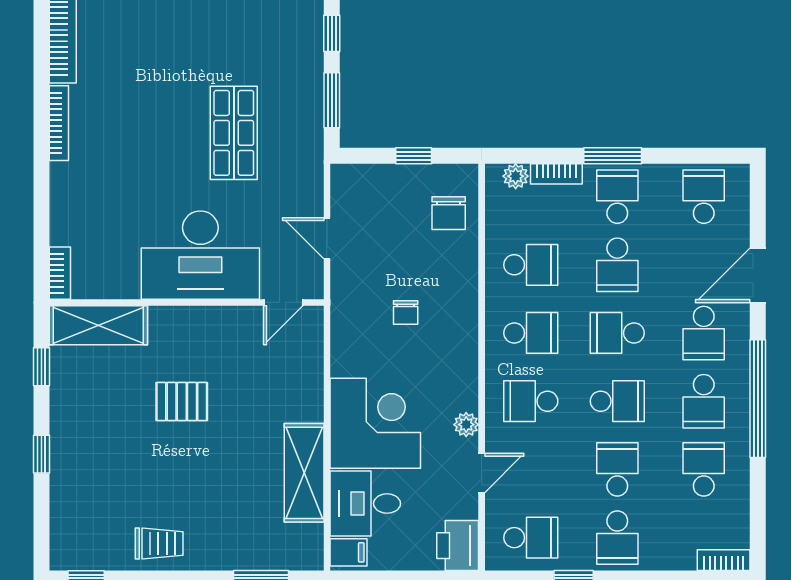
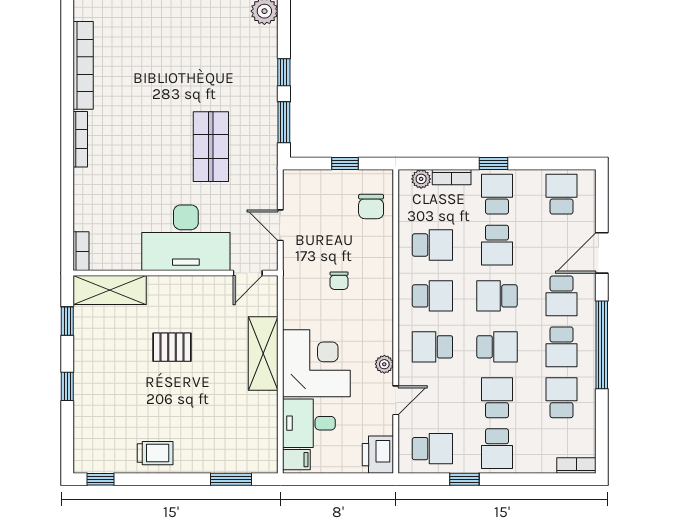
window: (613, 156) -> (494, 164), width x0.67
shelving: (304, 473) -> (263, 354), moved

